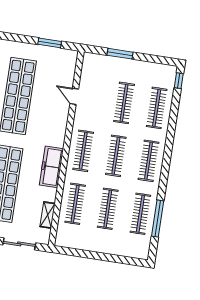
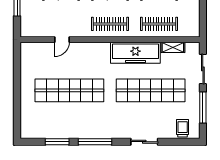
window: (50, 43) -> (17, 69), removed
freezer: (51, 167) -> (135, 53), width x1.36, depth x1.26

